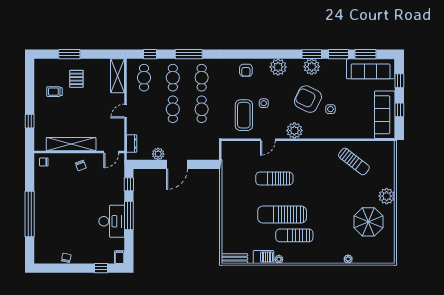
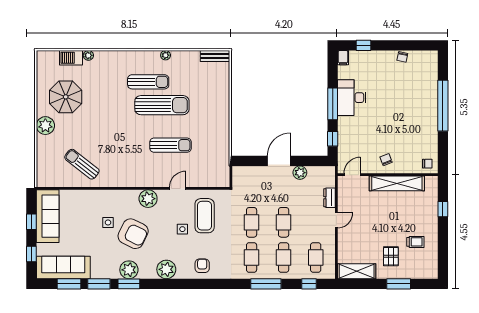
shelving: (118, 76) -> (357, 271), moved, turned 90
dresser: (132, 144) -> (329, 198), moved
barbecue: (263, 257) -> (71, 58), moved

